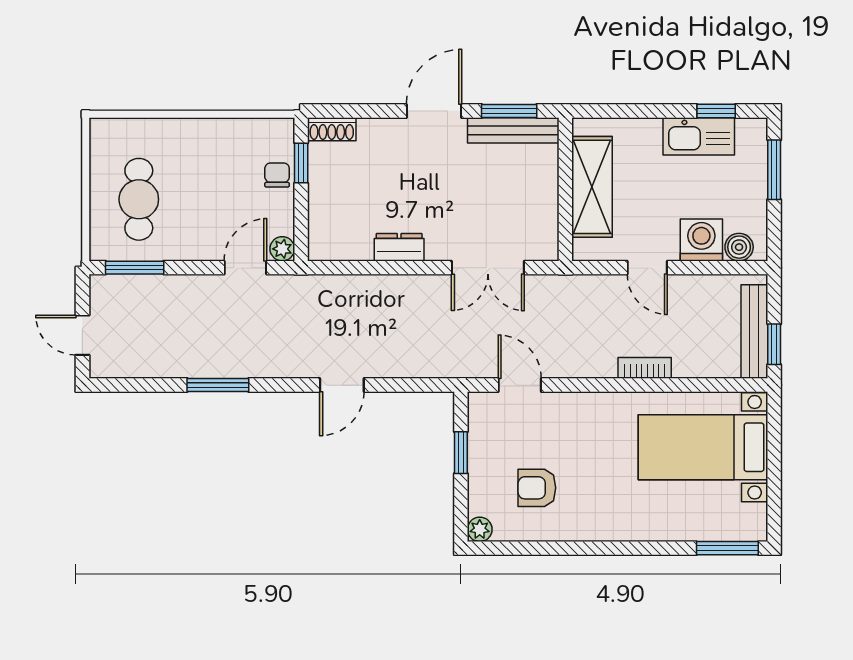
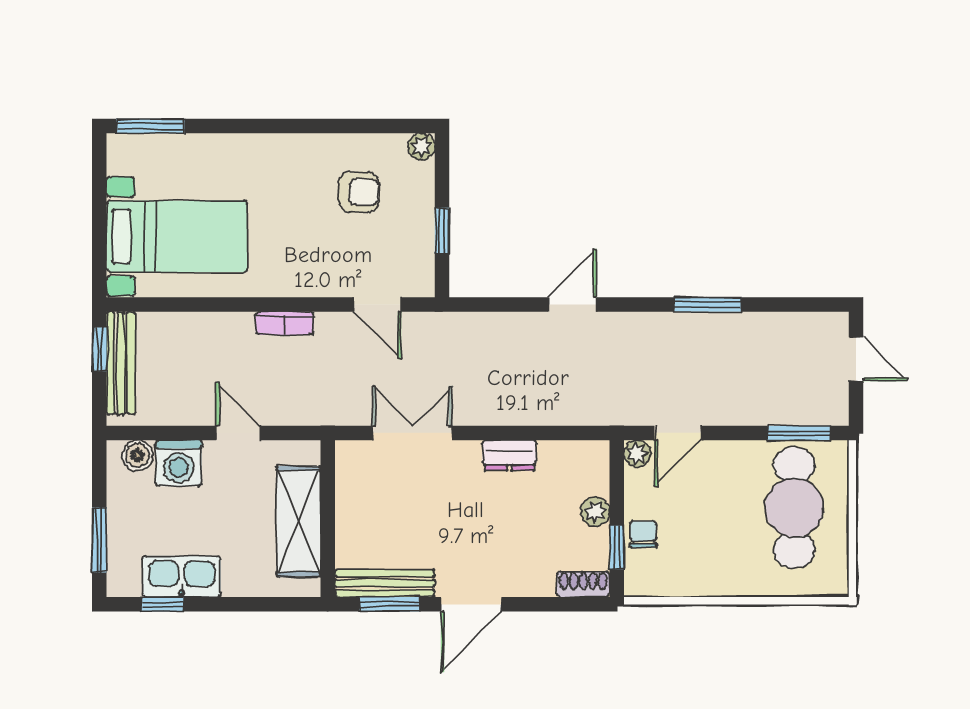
chair: (277, 175) -> (643, 534), turned 180
plant: (321, 196) -> (595, 512), added
cafe table: (139, 199) -> (794, 508), width x1.37, depth x1.35
bookcase: (645, 368) -> (284, 323), moved

